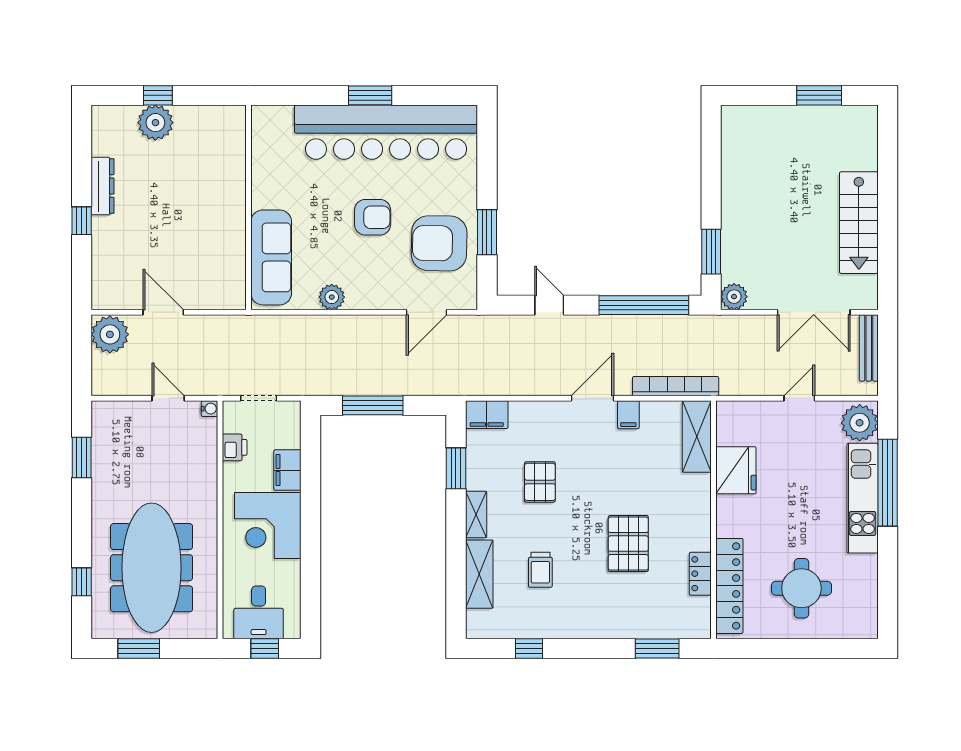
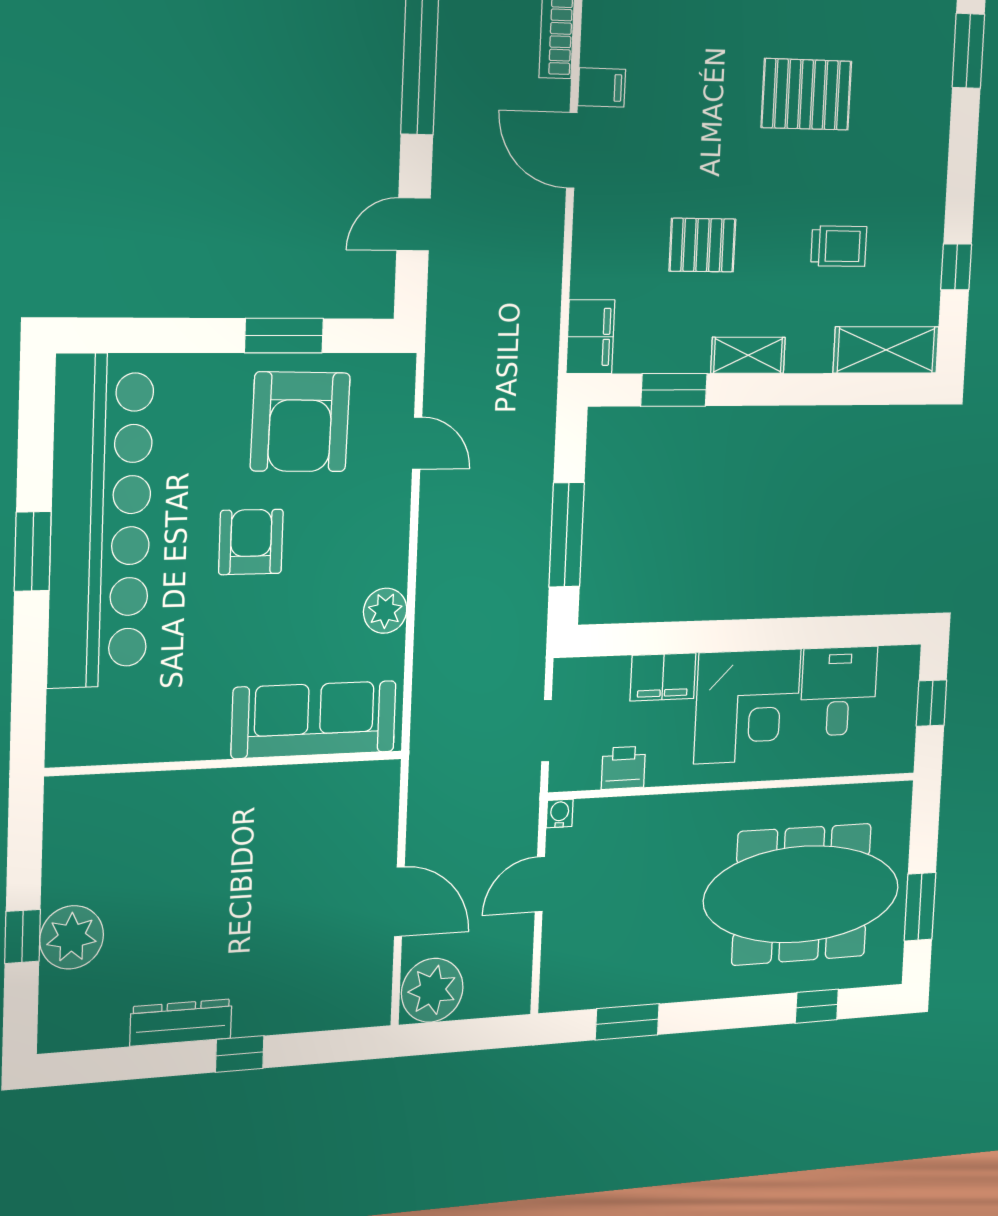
door: (163, 312) -> (399, 902), swing flipped
door: (426, 312) -> (417, 443), width x0.73
shelving: (479, 574) -> (886, 350), moved
desk: (259, 612) -> (839, 691), moved, turned -90

